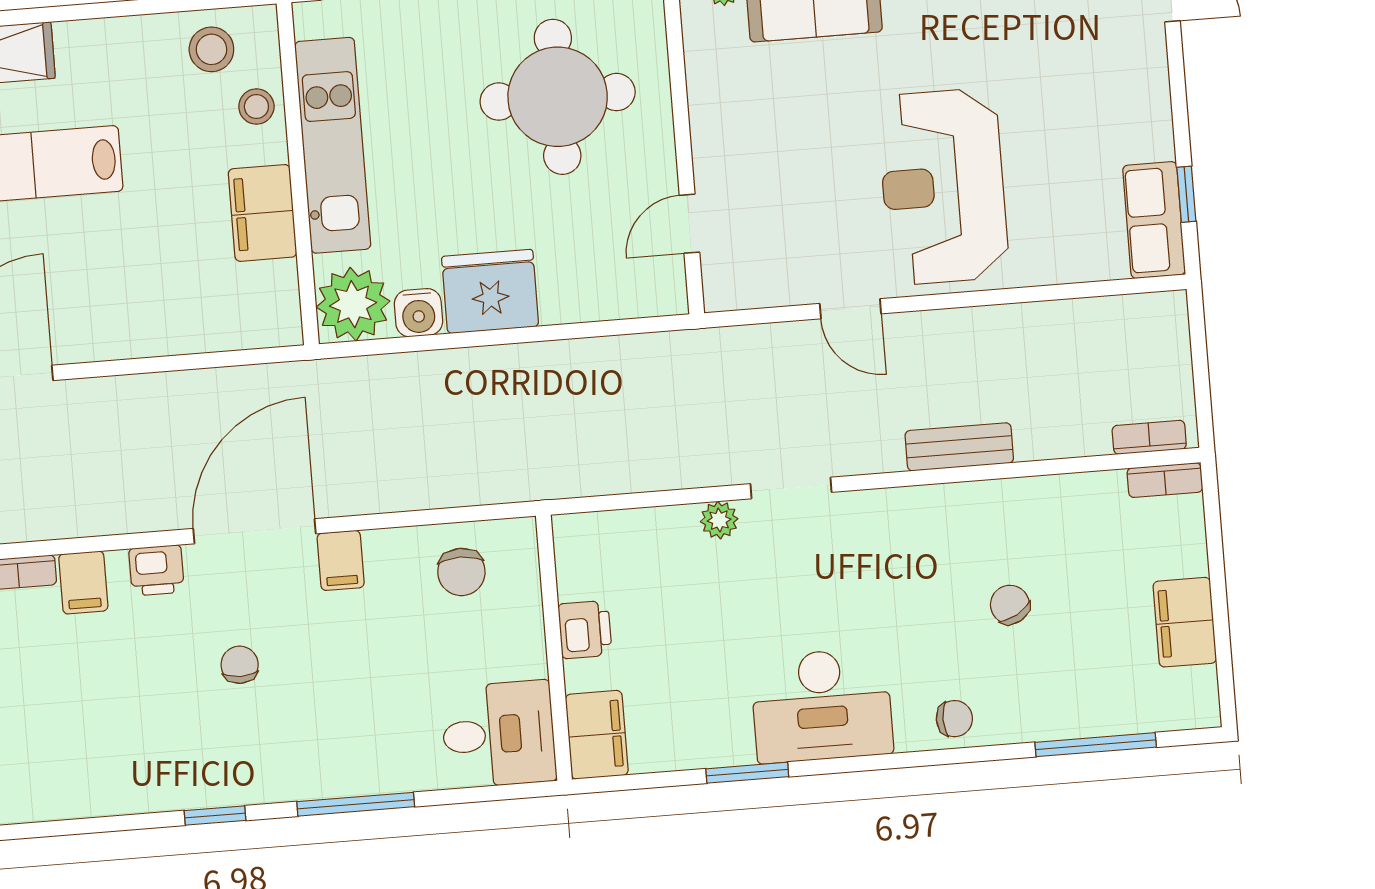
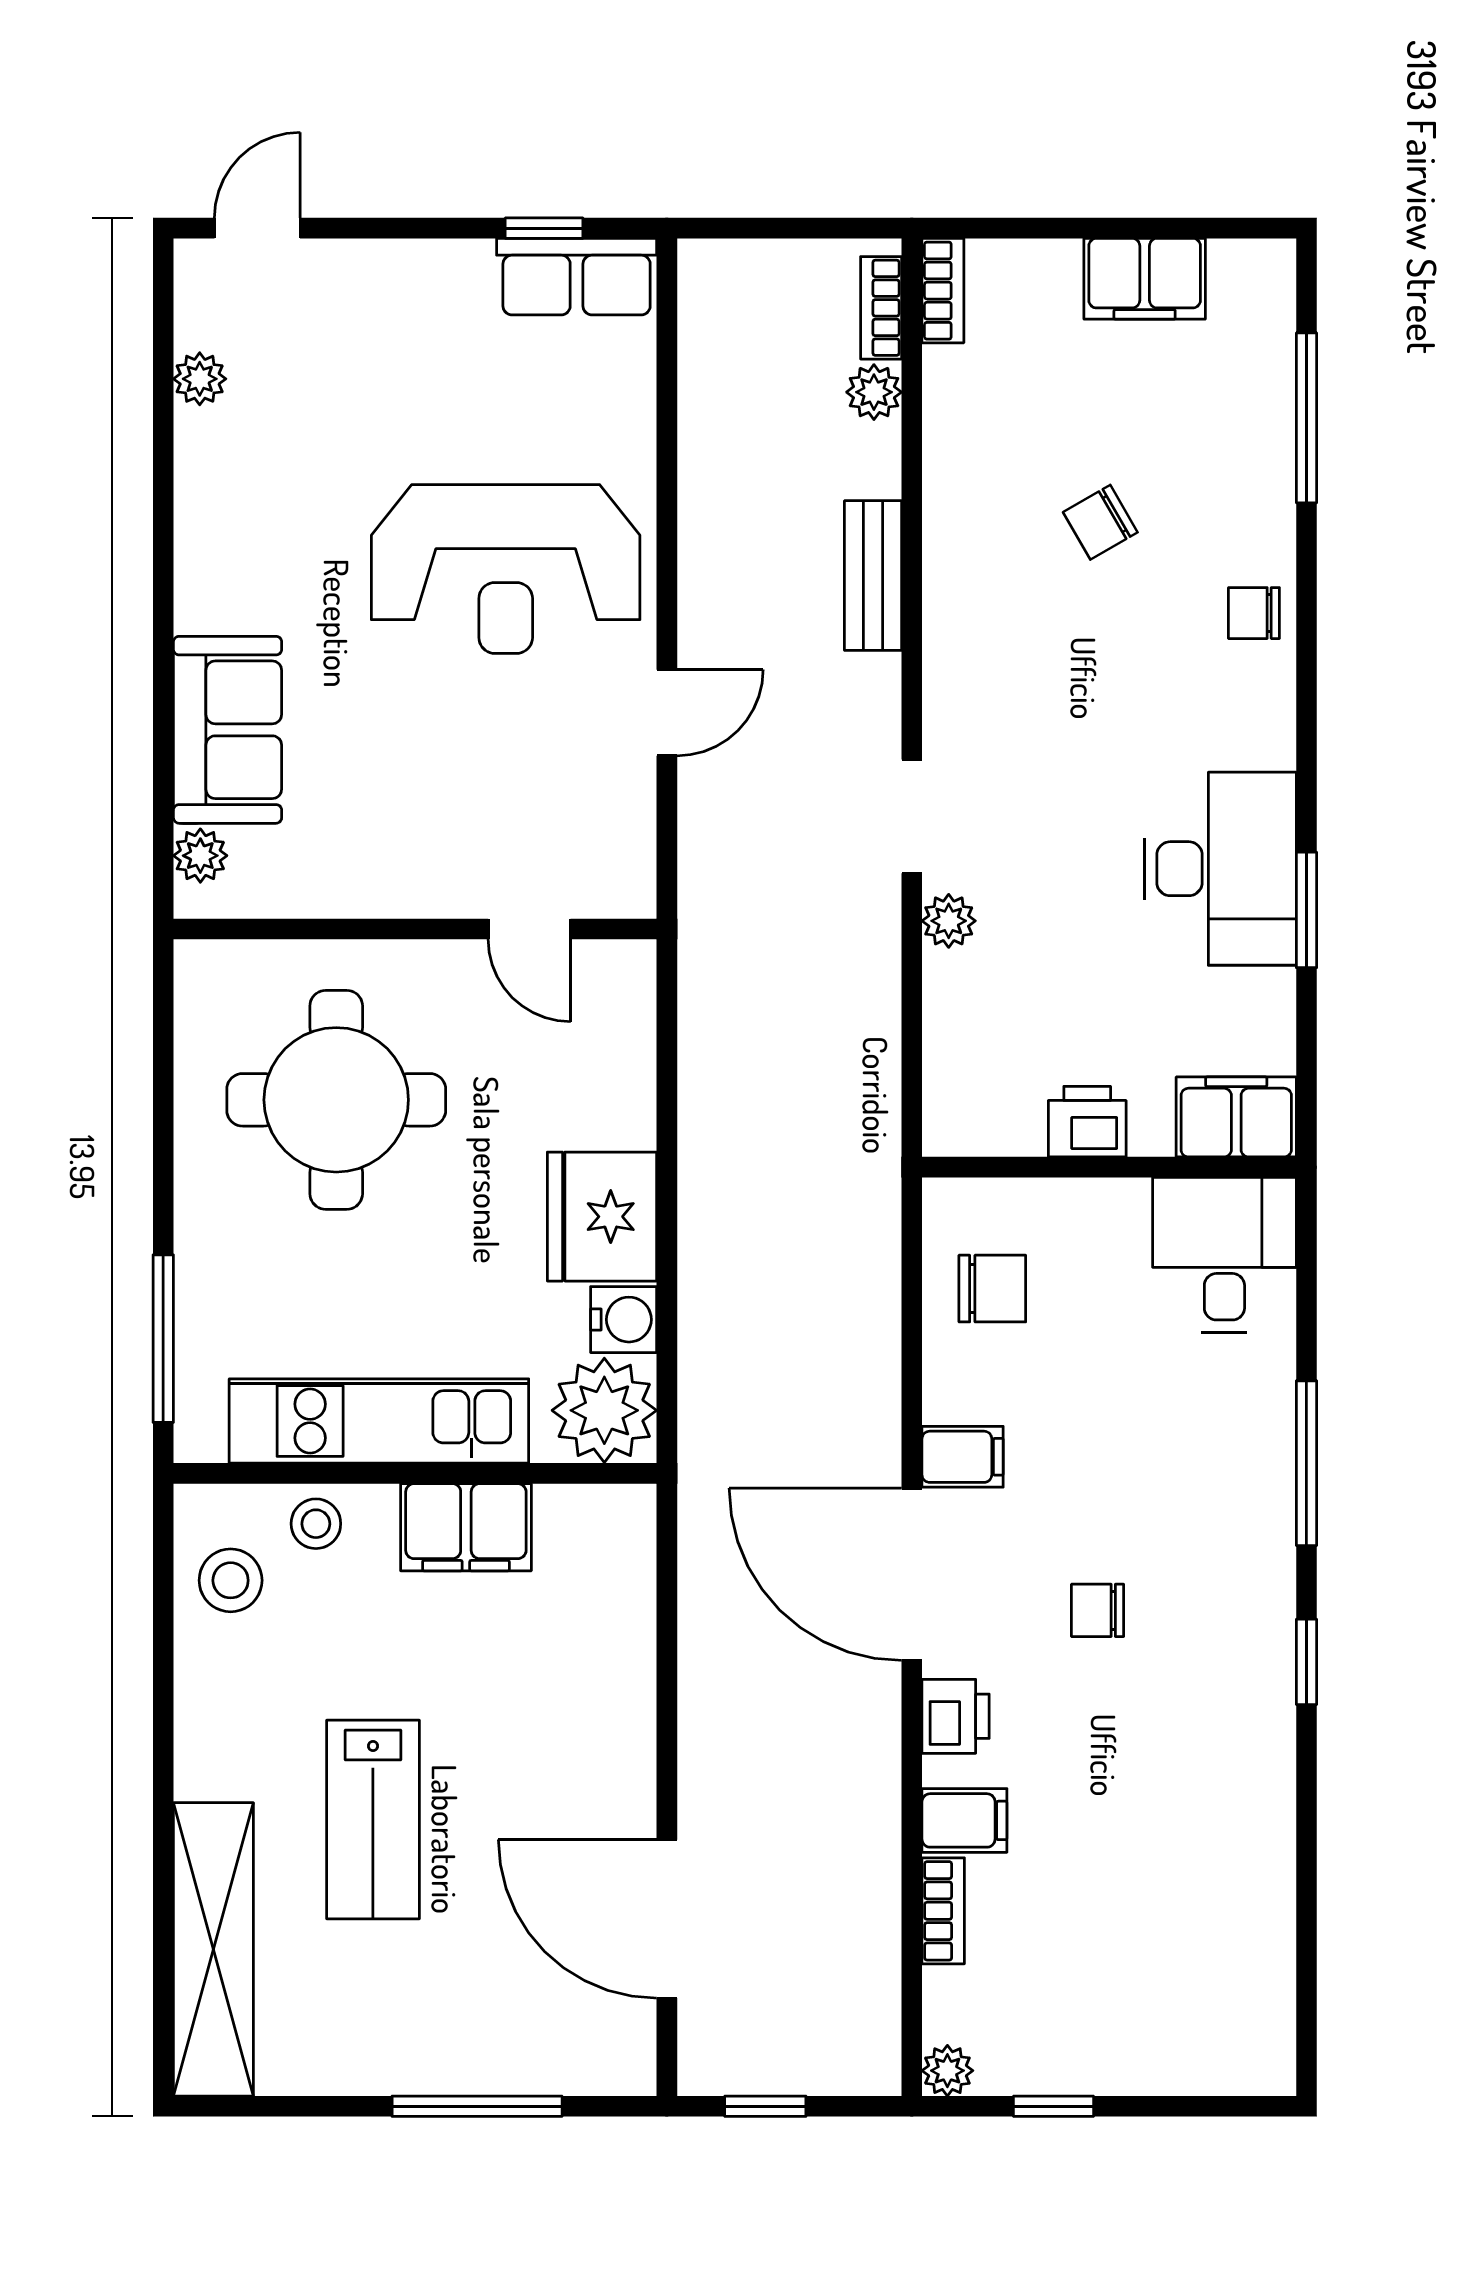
plant: (1089, 437) -> (874, 392), added
desk: (822, 705) -> (1220, 869), moved
chair: (954, 719) -> (1254, 613), turned -90

